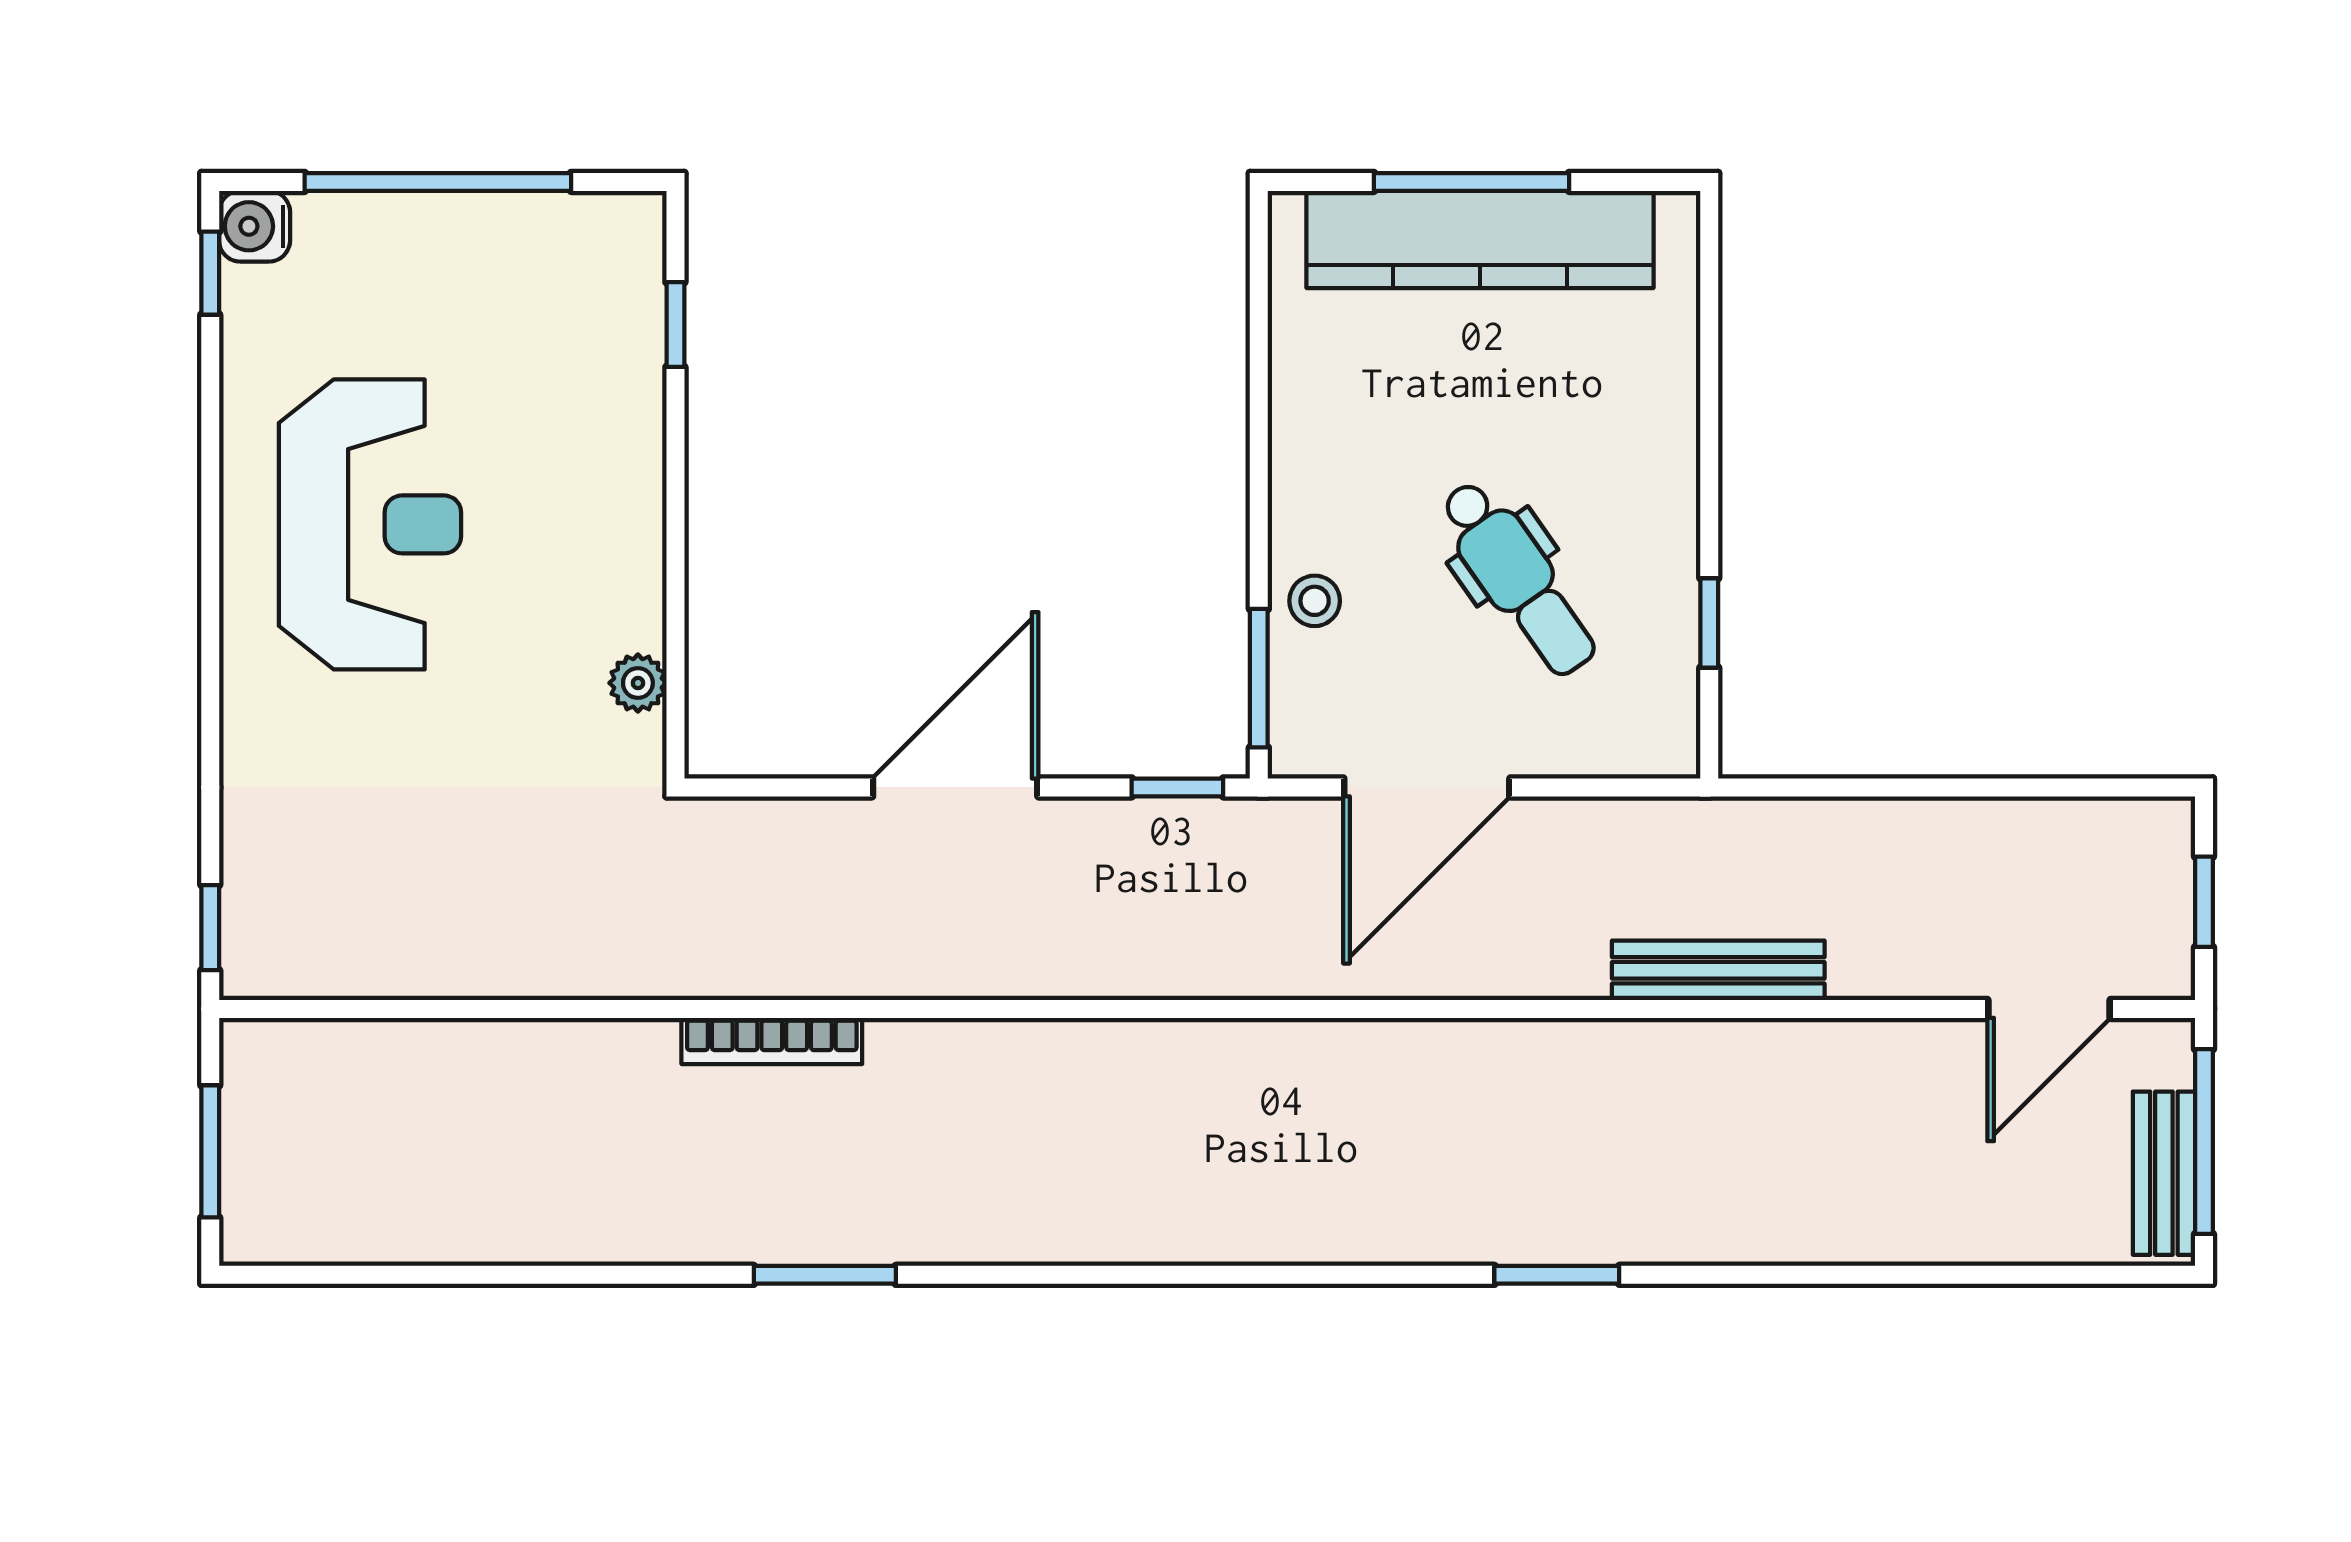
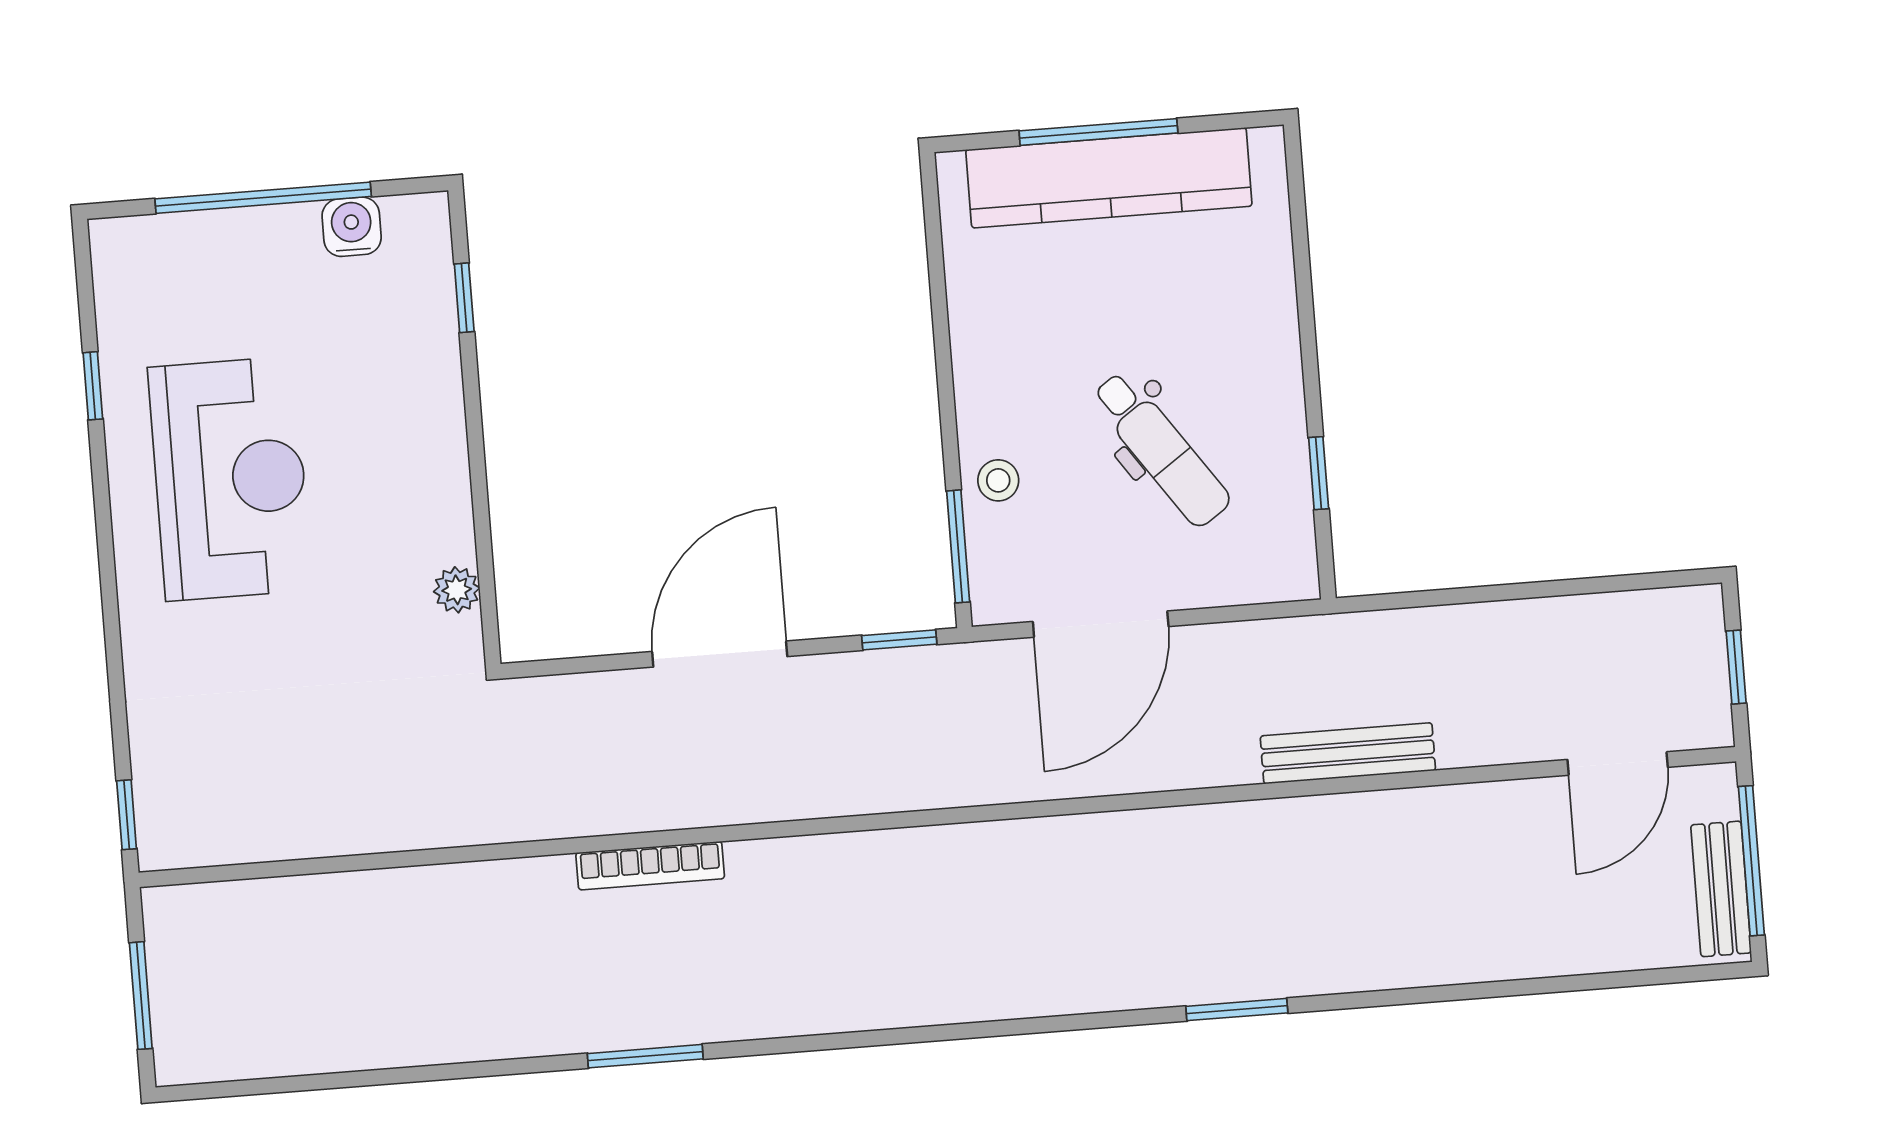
water cooler: (255, 226) -> (352, 227), moved, turned 90
window: (210, 273) -> (93, 386), moved
bookcase: (772, 1041) -> (650, 866), moved

